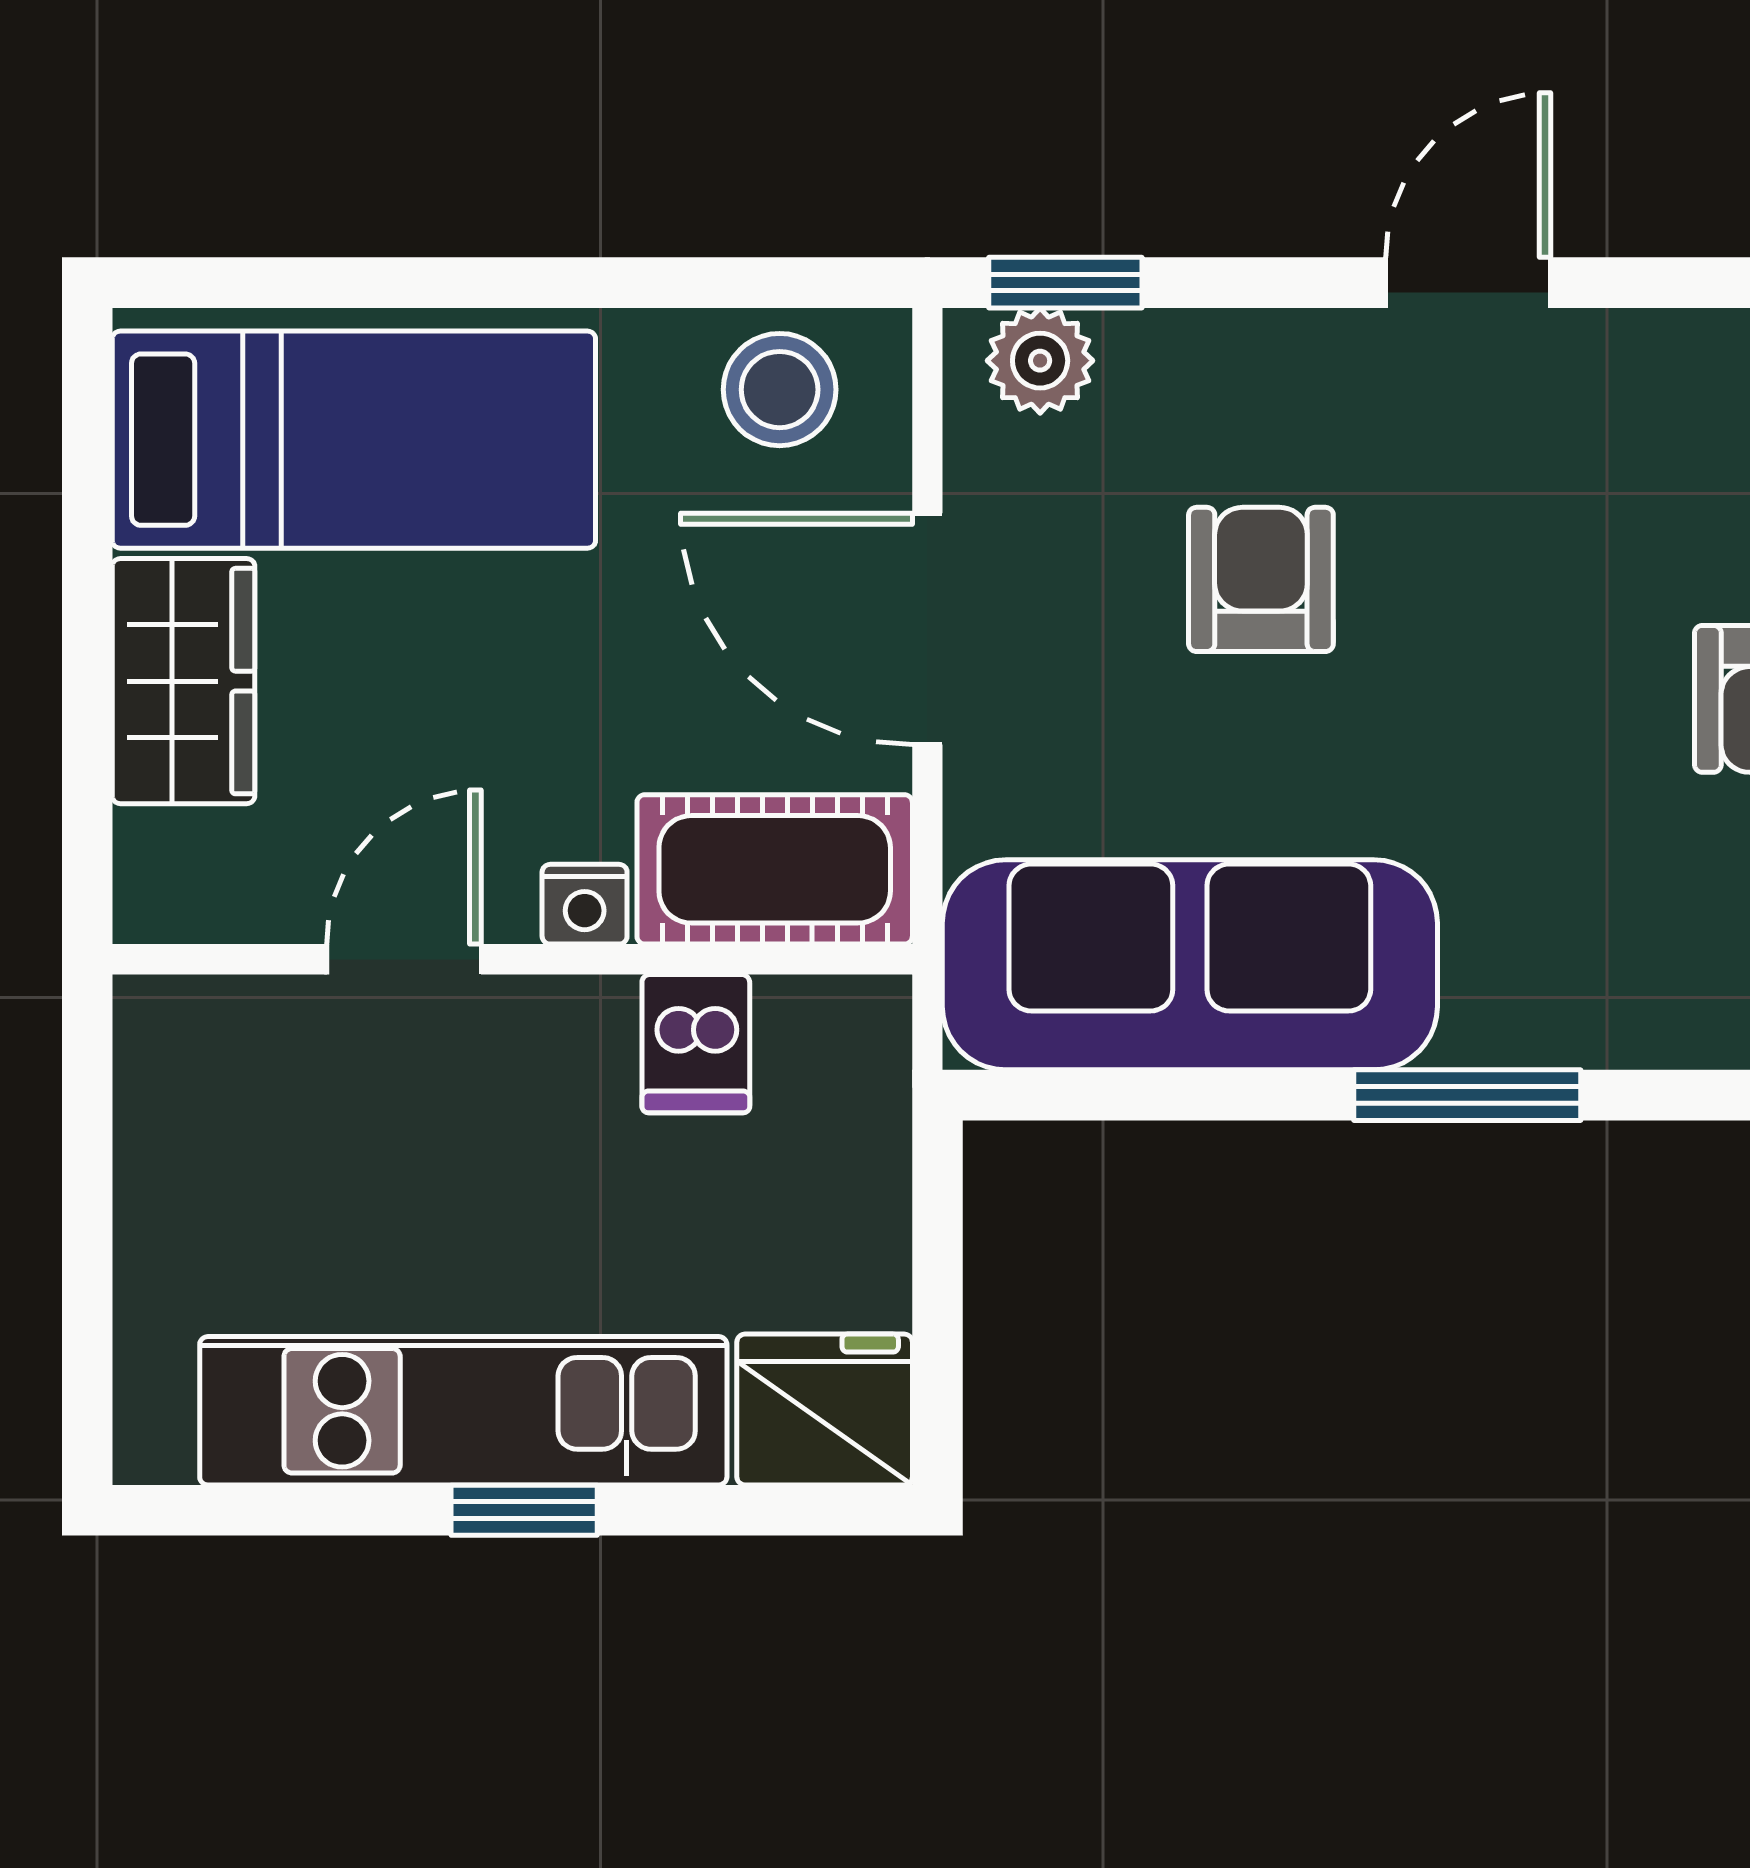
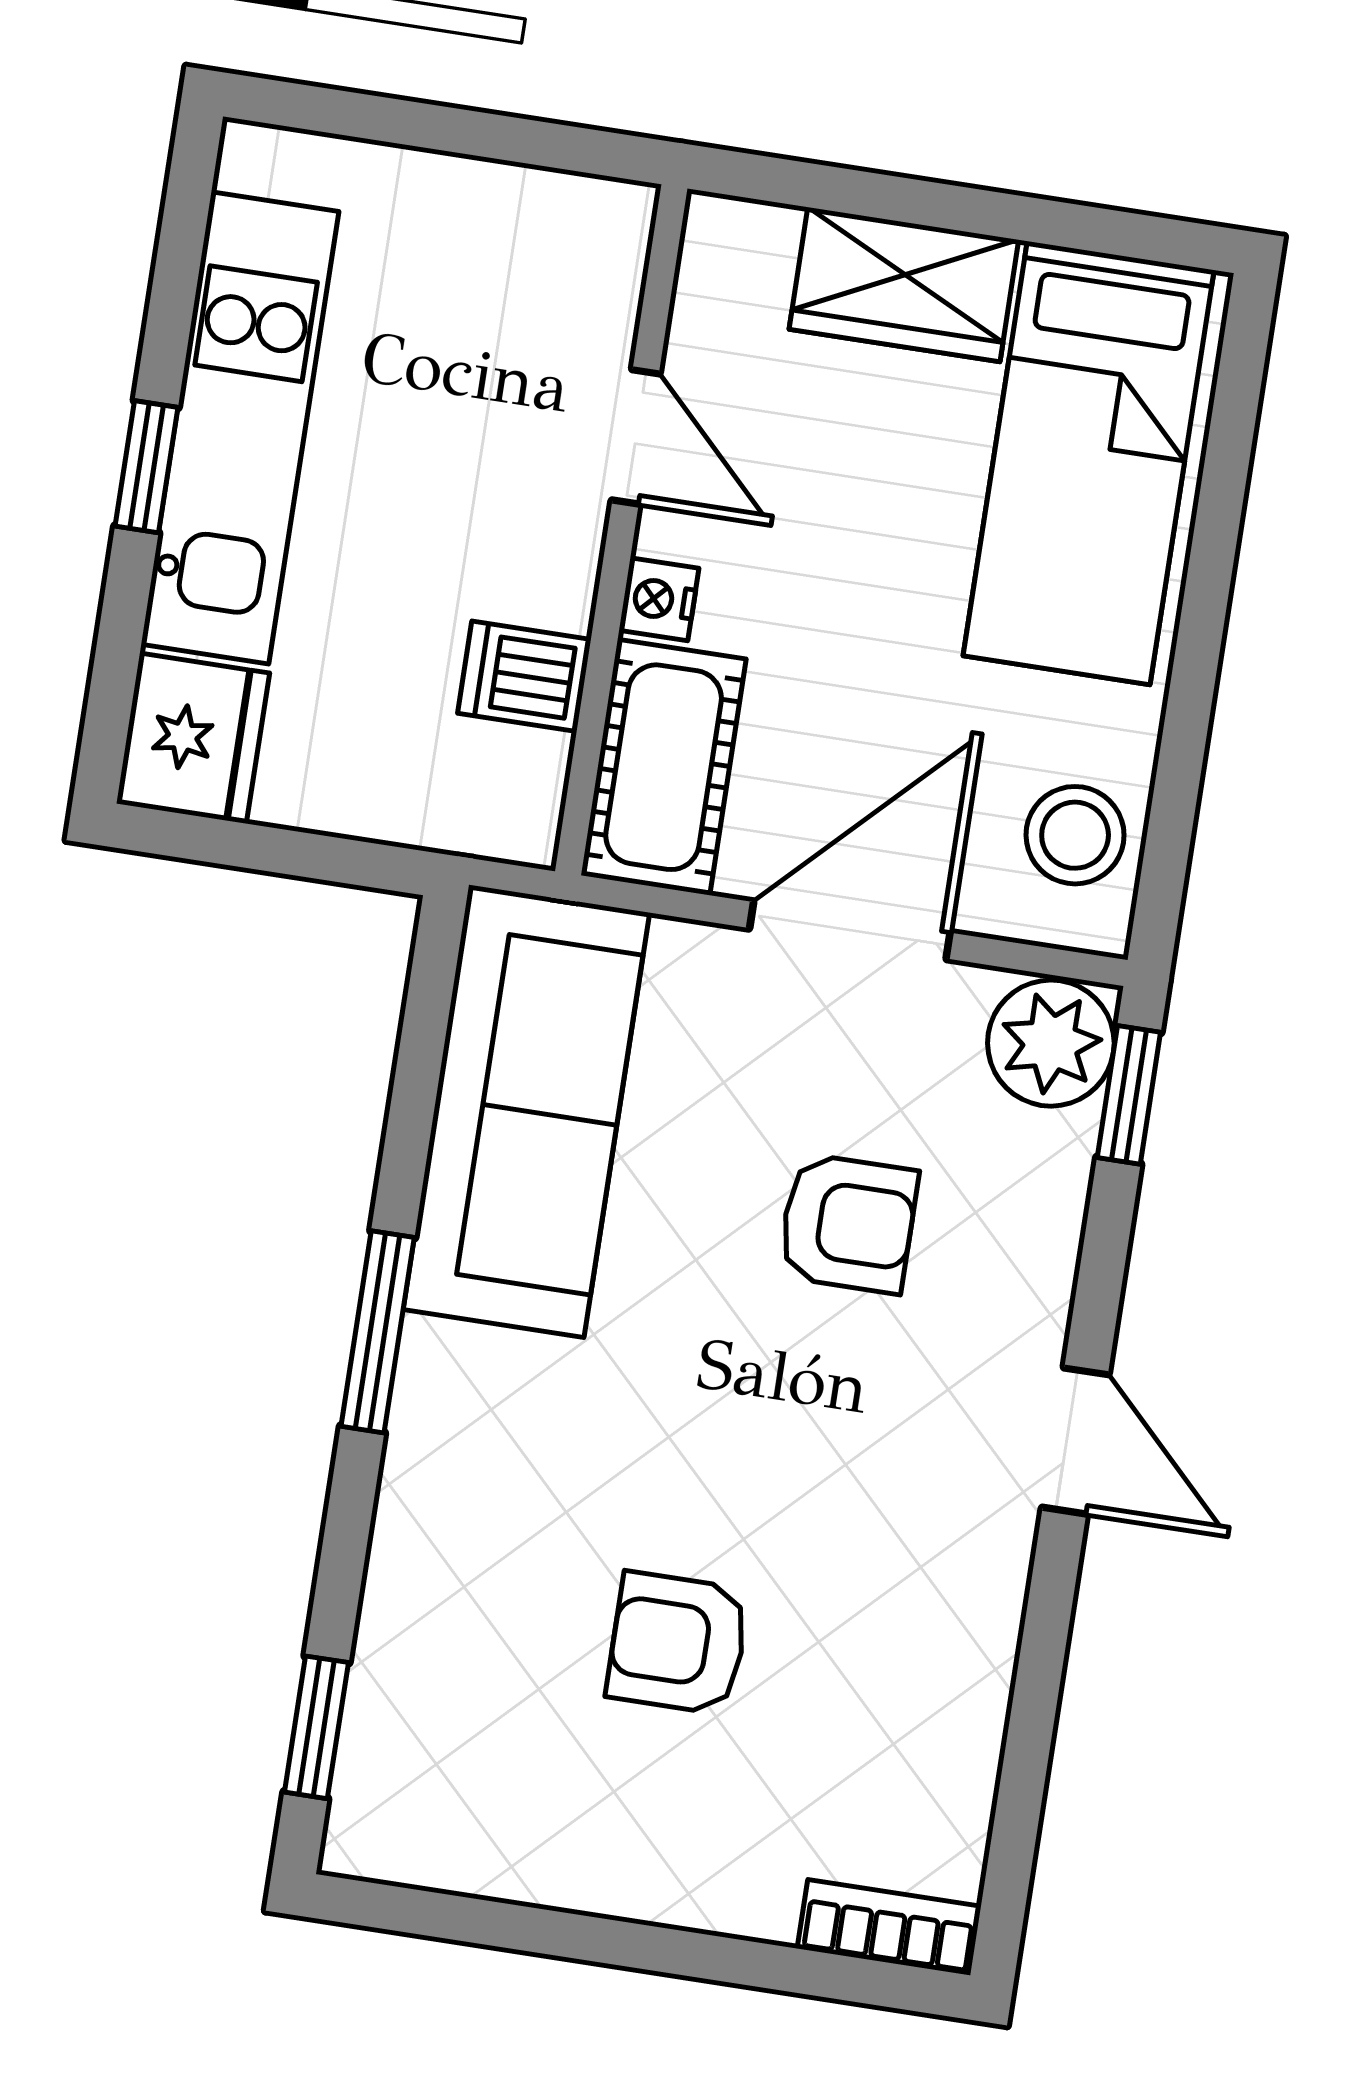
plant: (1040, 361) -> (1051, 1043), width x1.38, depth x1.38

